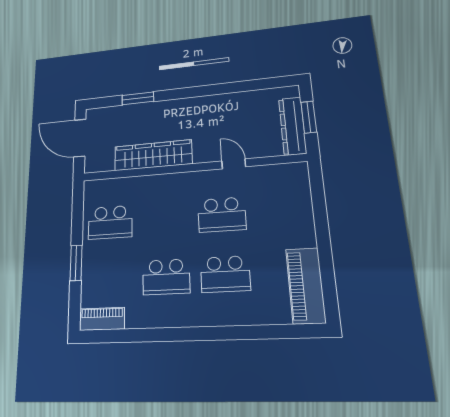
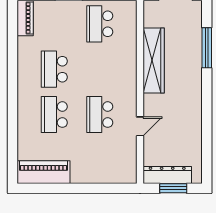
window: (138, 98) -> (207, 48), width x1.44

